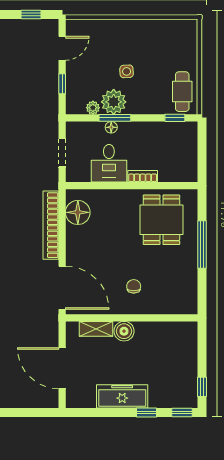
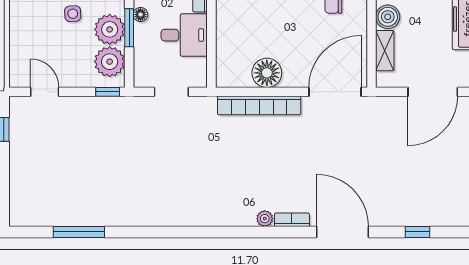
window: (62, 84) -> (108, 92), moved
plant: (93, 108) -> (110, 62), width x1.87, depth x1.87
floor lamp: (111, 127) -> (140, 15), moved
floor lamp: (78, 212) -> (267, 73), moved

